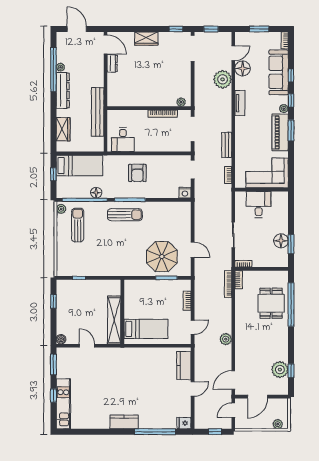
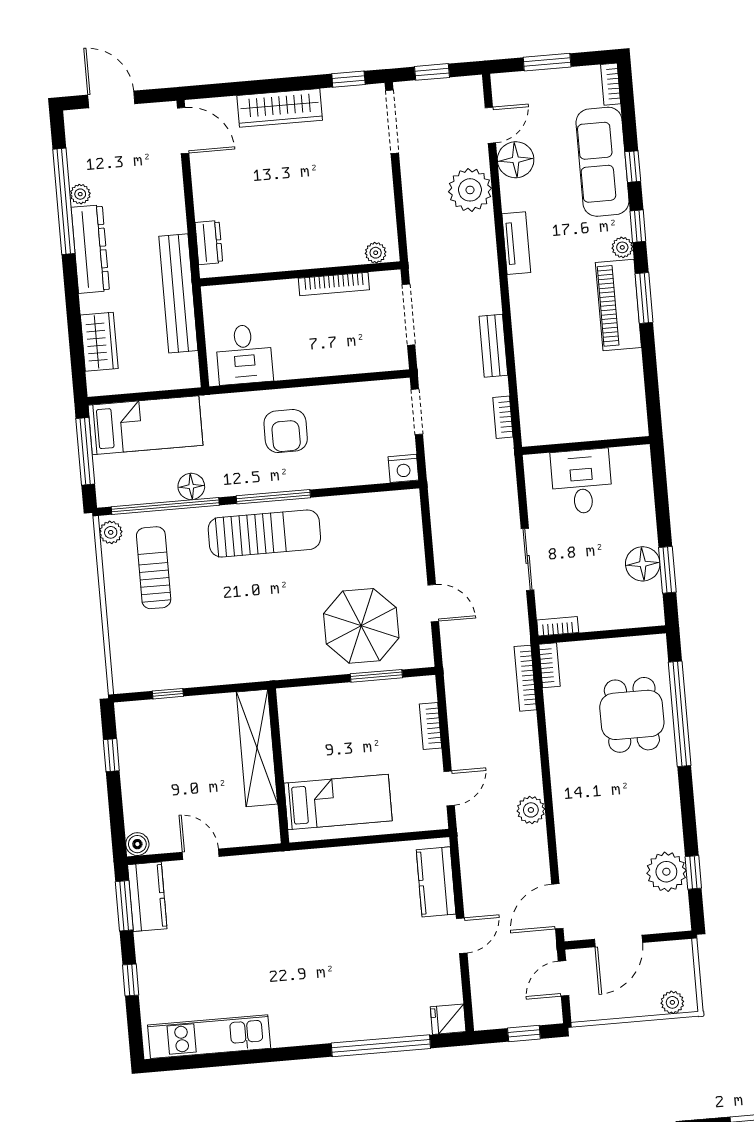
wardrobe: (146, 39) -> (280, 108), width x1.50
dresser: (112, 63) -> (209, 243), moved
corner sofa: (267, 173) -> (596, 404), removed
window: (53, 174) -> (85, 451), width x2.17
sun lounger: (125, 215) -> (264, 533), width x1.36, depth x1.34
shelving: (114, 320) -> (257, 748), moved
kitchen unit: (63, 404) -> (209, 1037), moved, turned -90
kitchen counter: (124, 422) -> (147, 897), moved, turned 90

